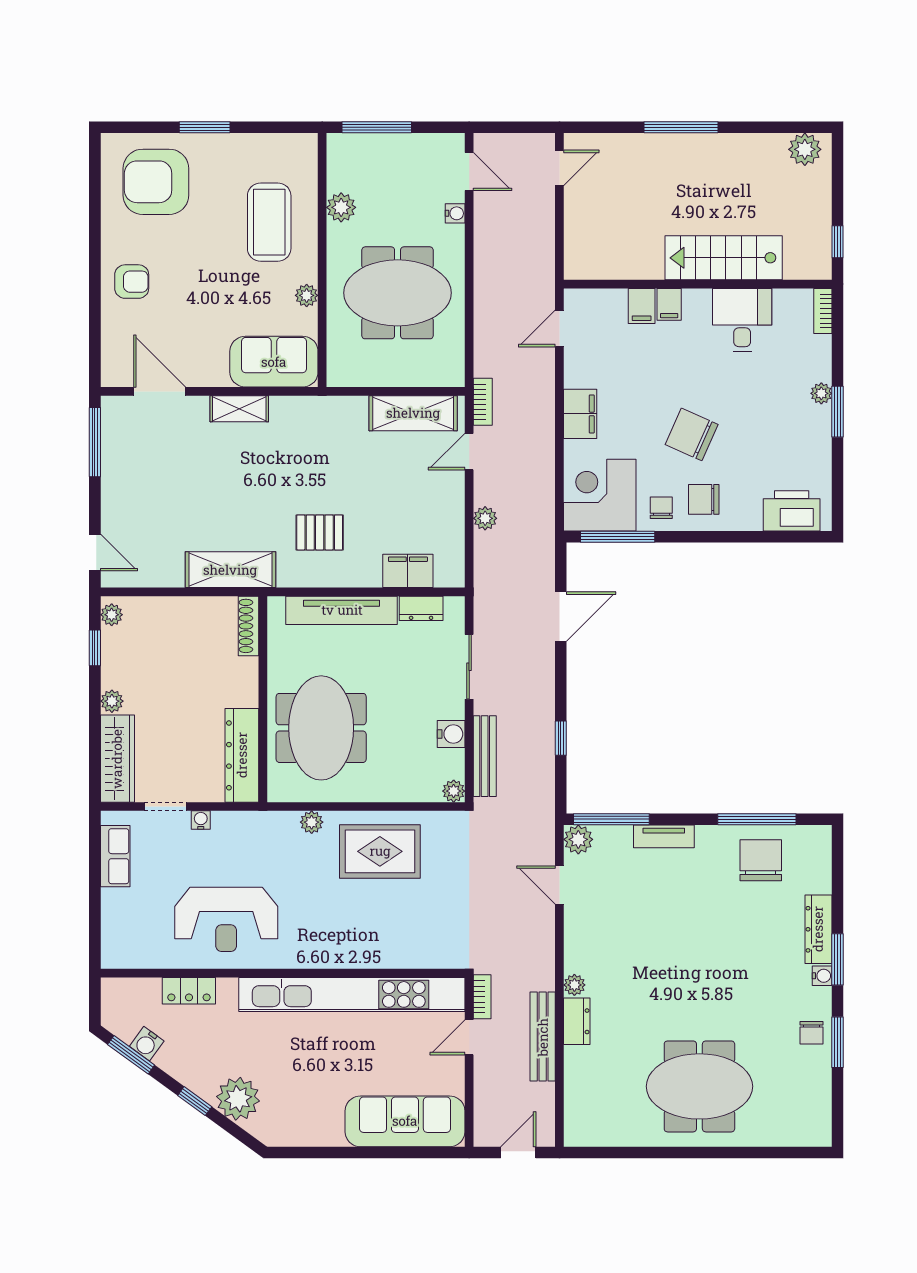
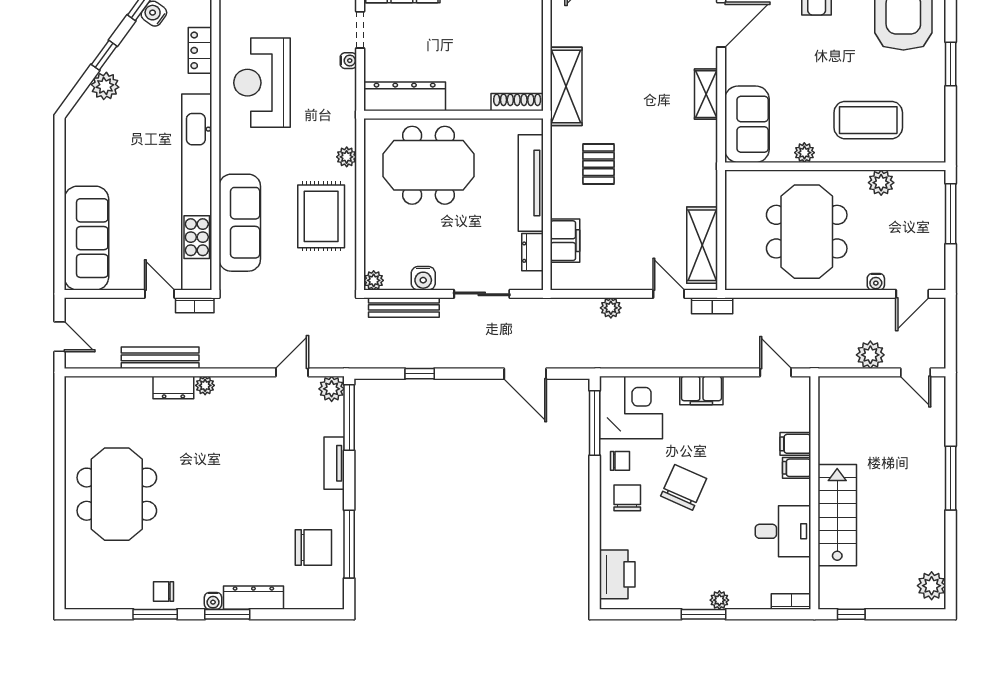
plant: (539, 220) -> (870, 355), added
sofa: (387, 945) -> (240, 223), added
plant: (238, 1099) -> (105, 86), width x0.73, depth x0.73

